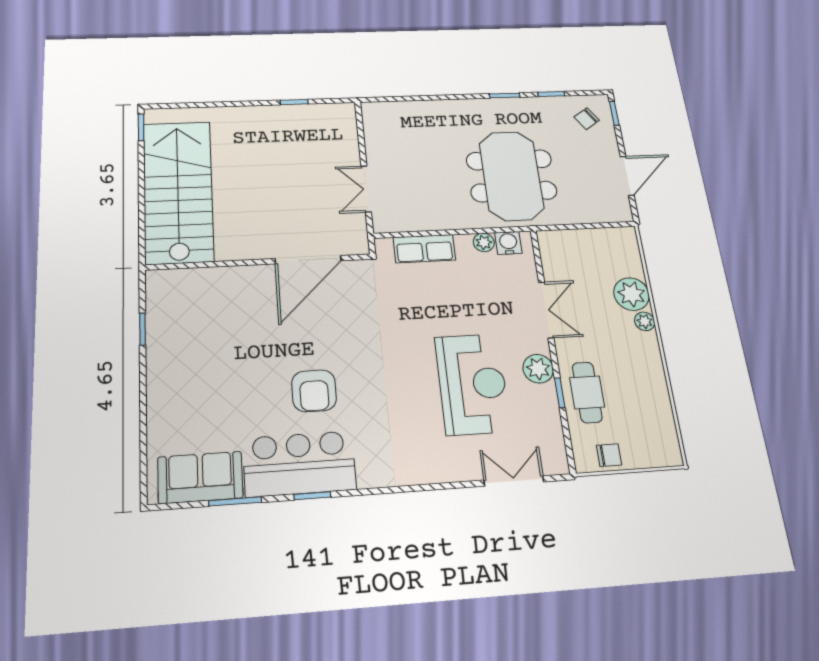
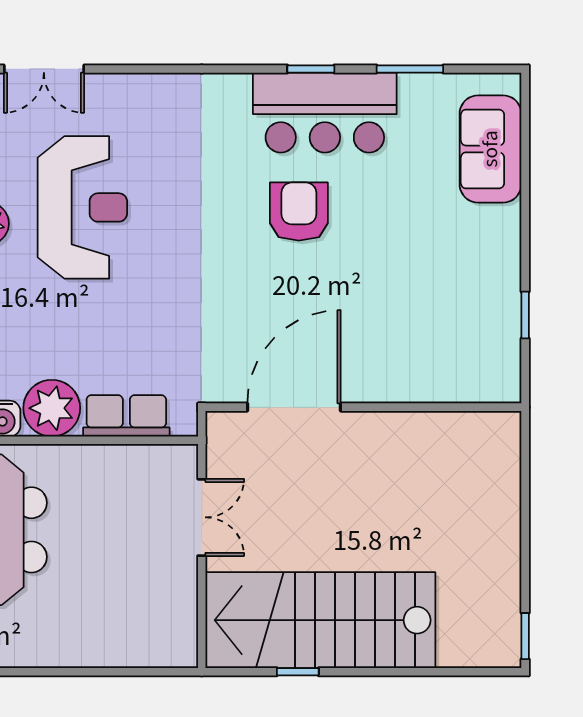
stairs: (178, 191) -> (320, 620), moved, turned 90
plant: (484, 242) -> (52, 408), width x1.87, depth x1.87
reception desk: (472, 384) -> (82, 207), turned 180
sofa: (200, 477) -> (490, 149), moved, turned 90

